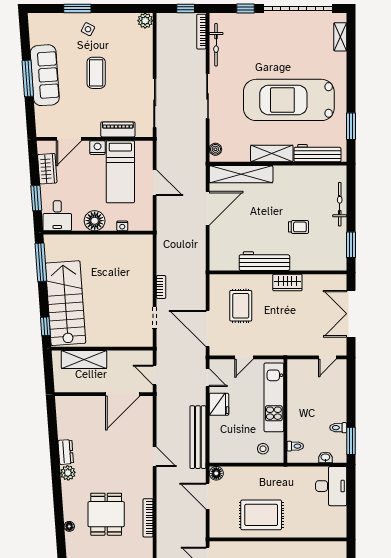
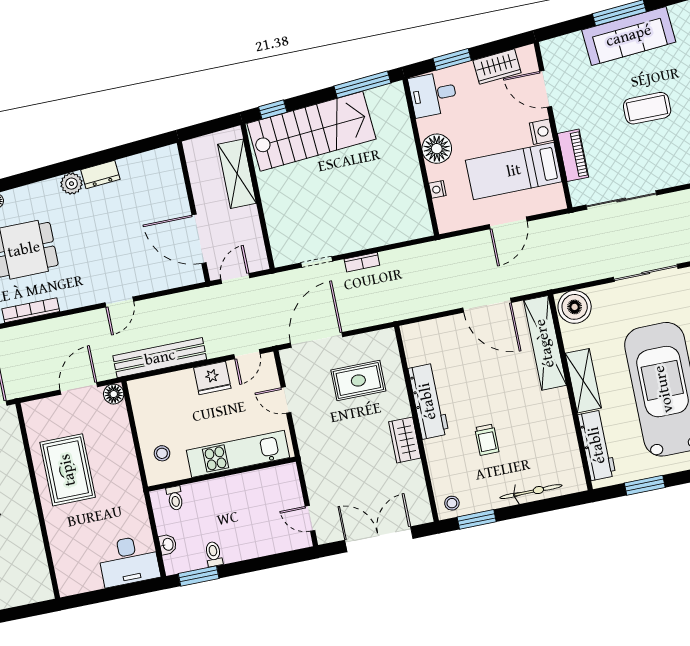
boiler: (215, 149) -> (575, 307), width x1.86, depth x1.86
stool: (337, 259) -> (452, 503), added

